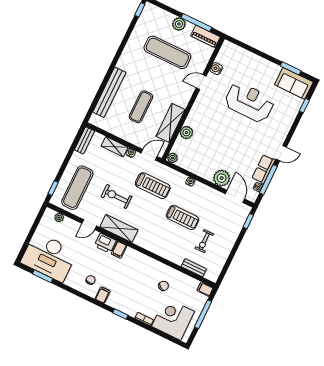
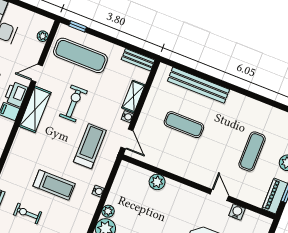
exercise mat: (167, 52) -> (252, 151), width x0.73, depth x0.69
shelving: (170, 123) -> (167, 162), removed
plant: (172, 158) -> (108, 211), moved
treadmill: (153, 186) -> (90, 146), turned 180
treadmill: (182, 218) -> (54, 185), turned -90
door: (89, 225) -> (37, 73), hinge flipped

